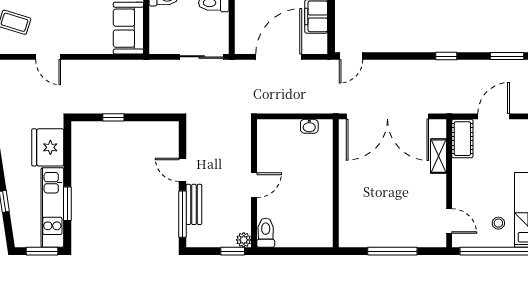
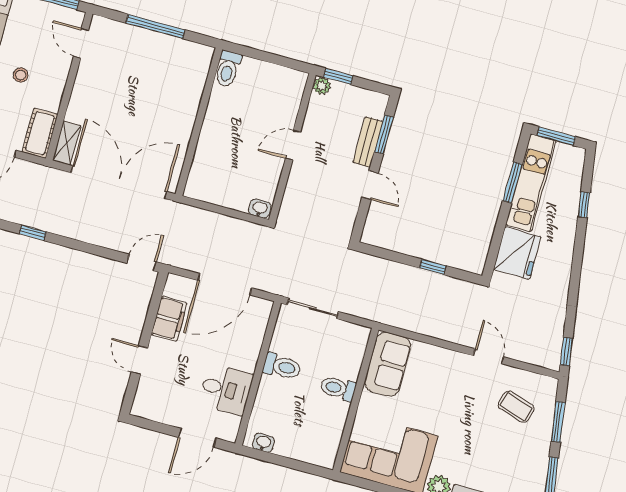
washbasin: (309, 126) -> (260, 209), moved
shelving: (438, 156) -> (67, 143), moved
window: (182, 214) -> (384, 134), width x0.69
stool: (498, 223) -> (21, 75), moved
toilet: (266, 233) -> (228, 69), moved

